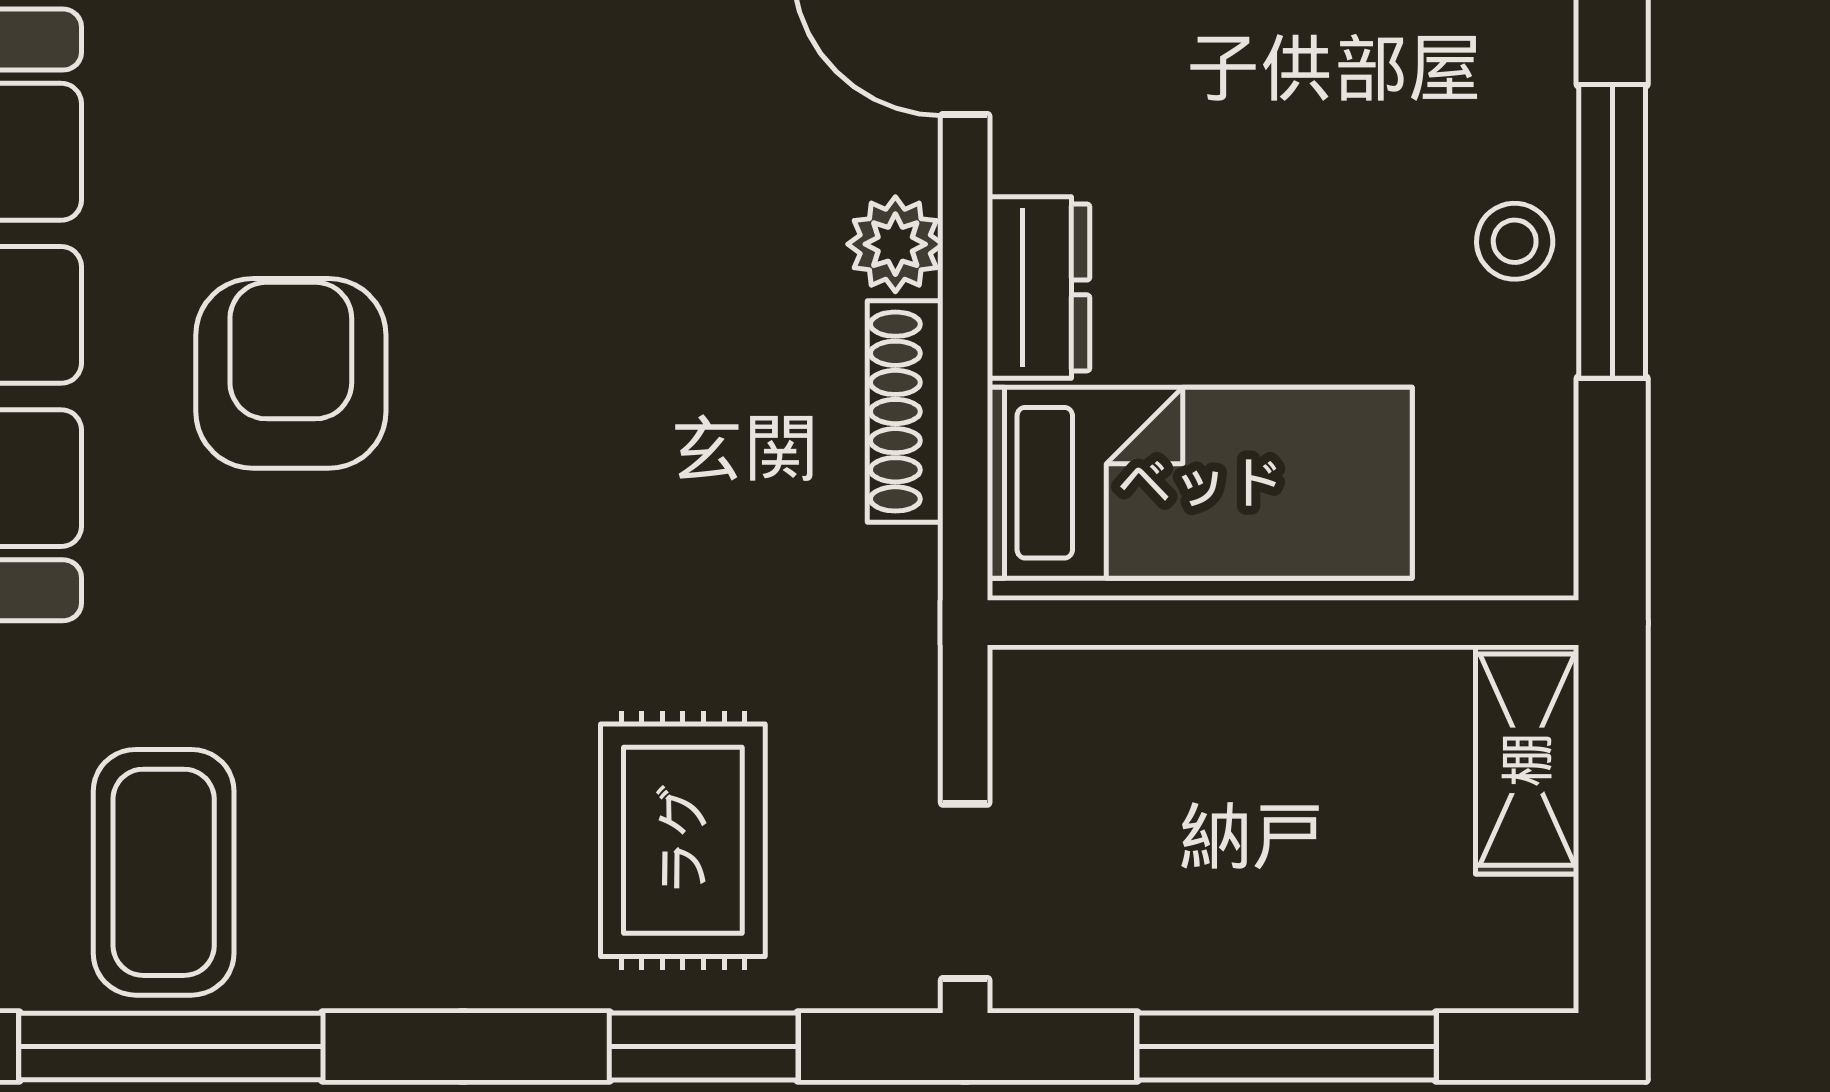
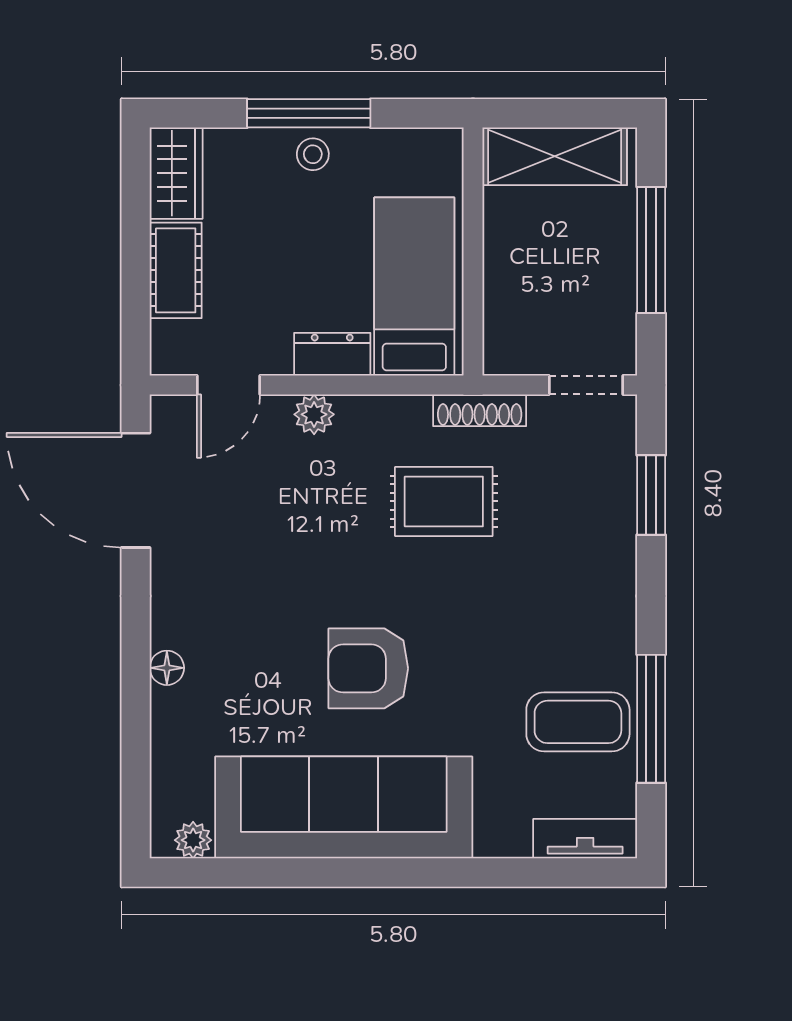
shoe rack: (905, 412) -> (480, 410), moved
shelving: (1527, 760) -> (555, 156), width x1.50, depth x1.33
rug: (683, 840) -> (444, 501), moved

